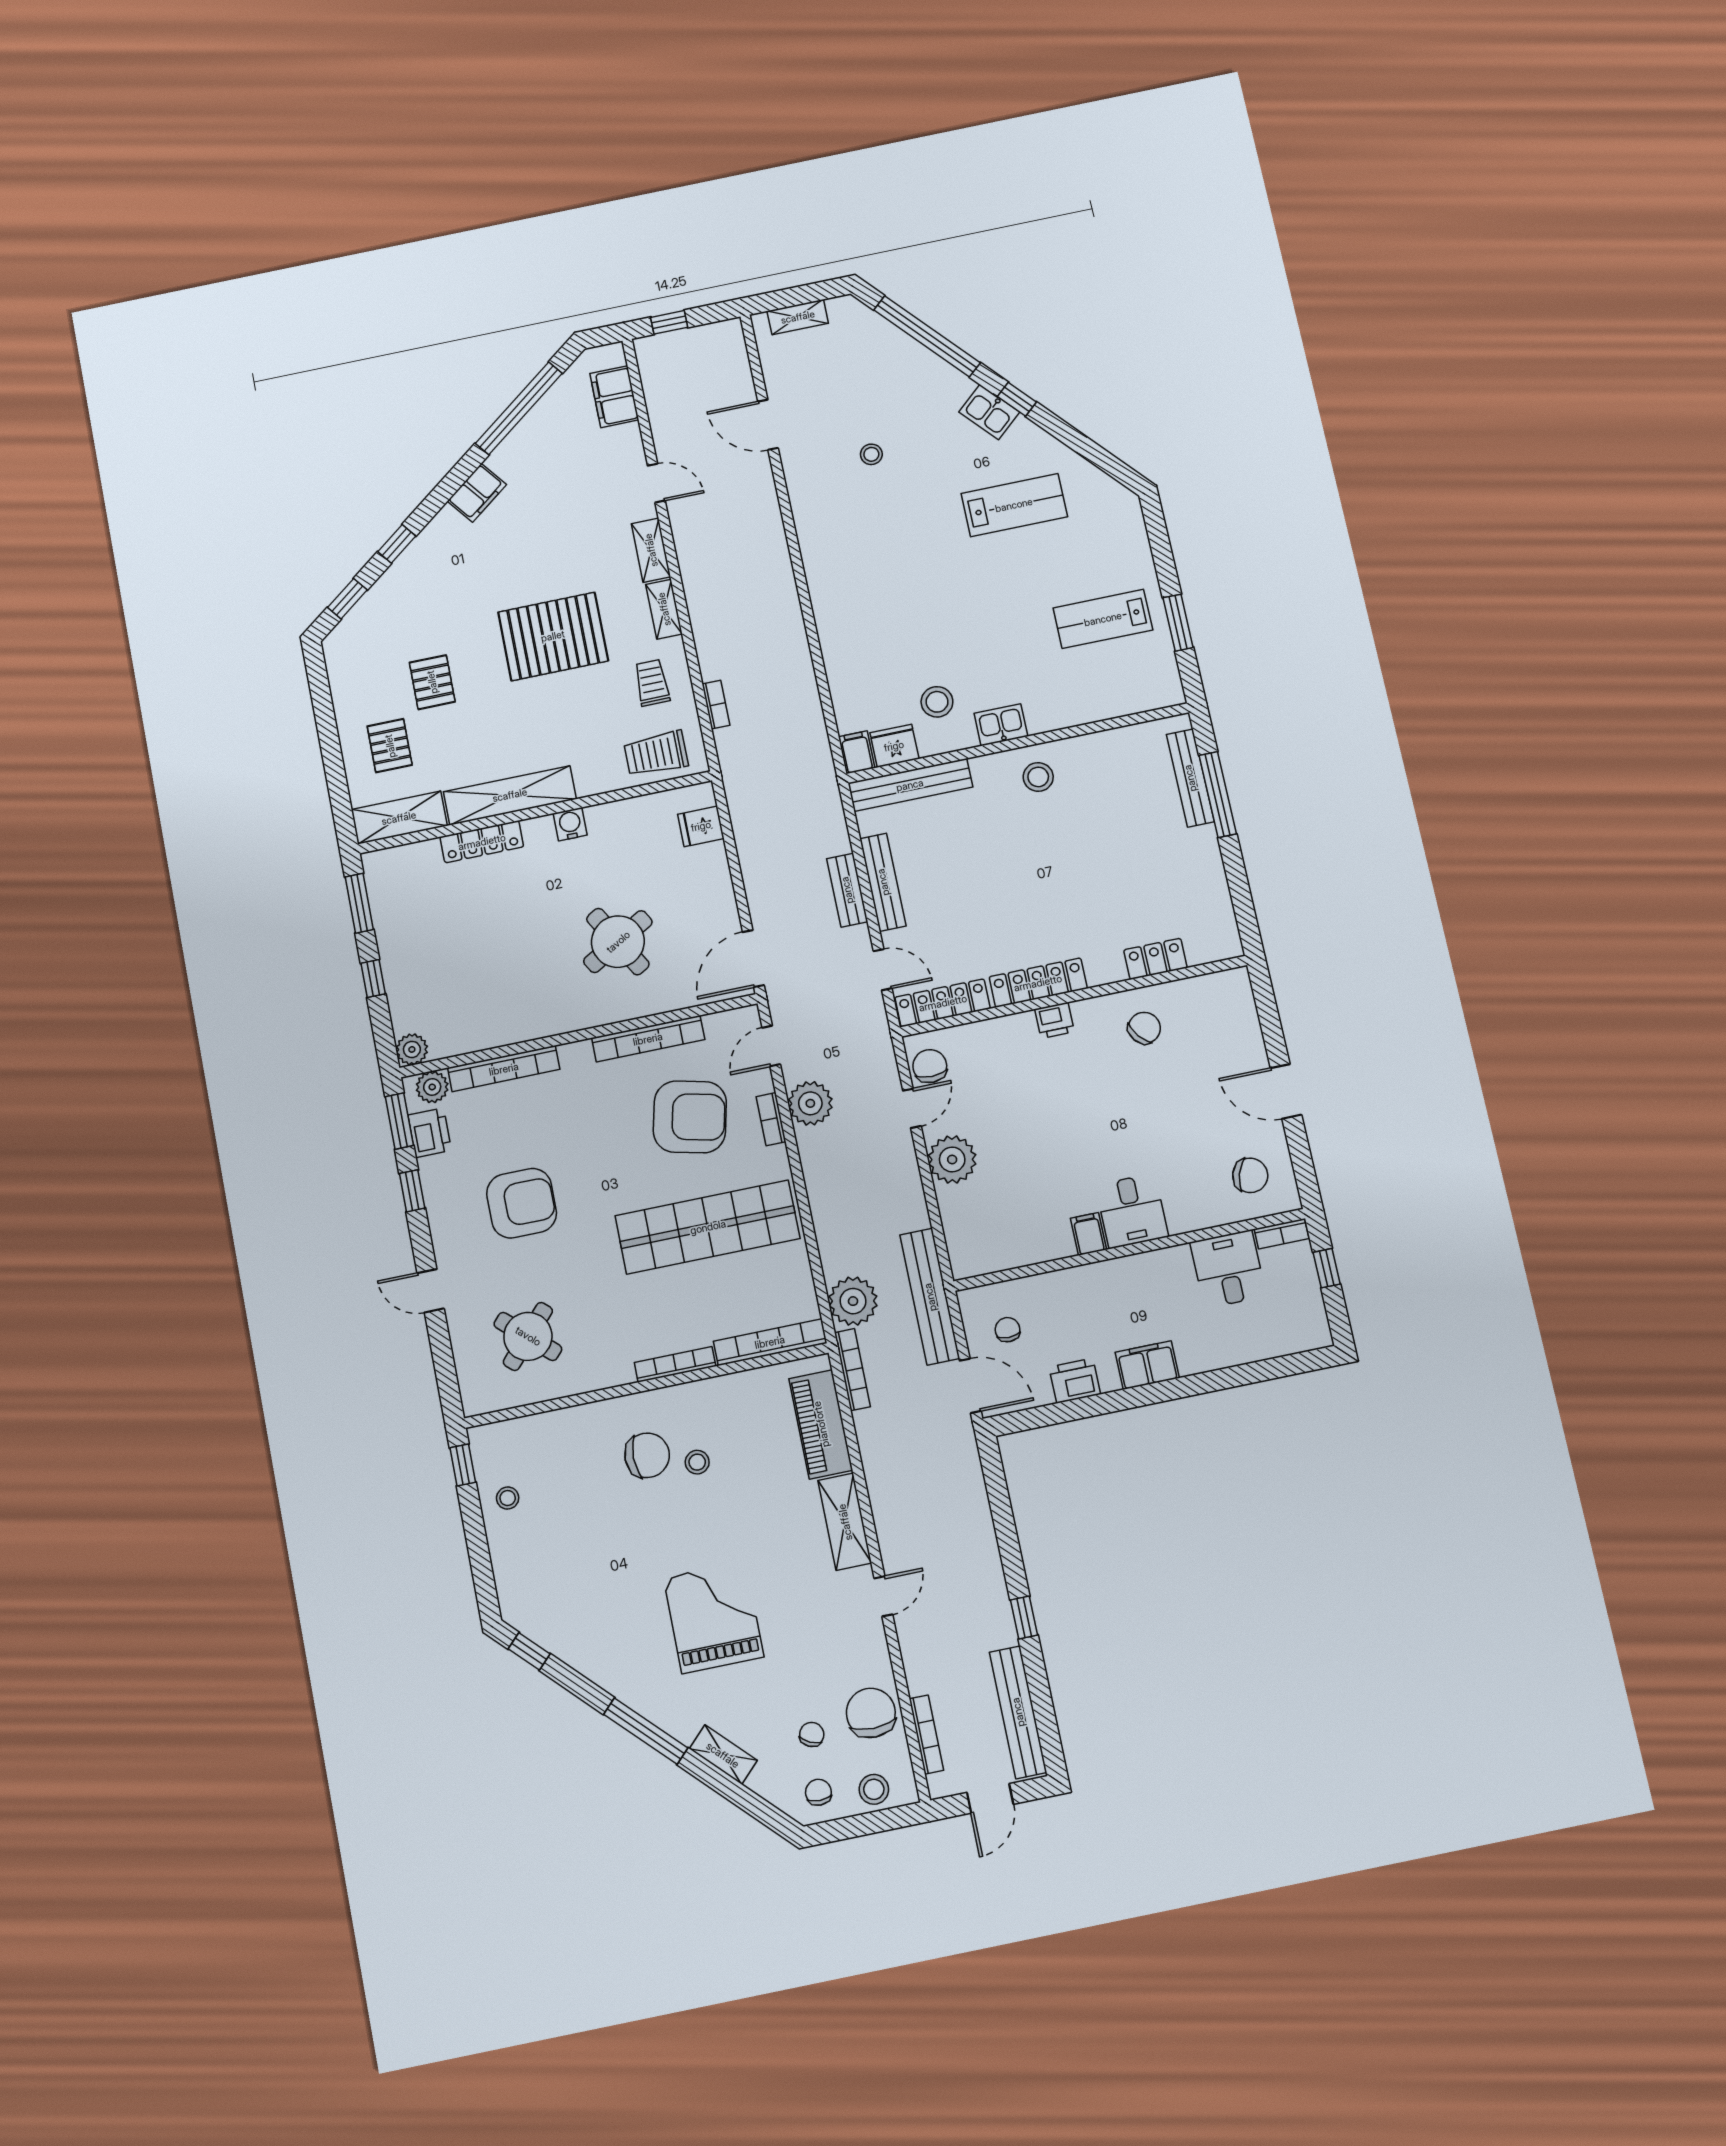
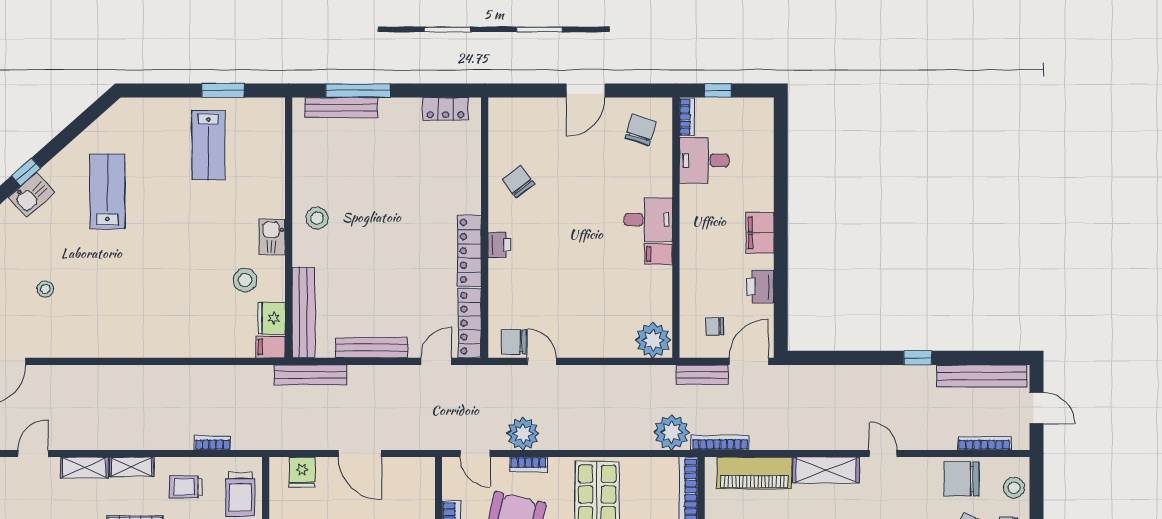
bench: (847, 890) -> (310, 375), moved, width x1.36
door: (753, 959) -> (360, 454), moved
locker: (1155, 959) -> (445, 109), moved, turned -90
plant: (952, 1159) -> (653, 340), moved
bench: (930, 1297) -> (702, 375), width x0.54, depth x0.82

